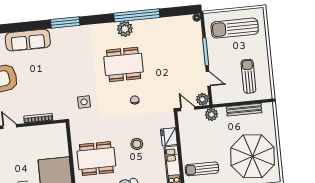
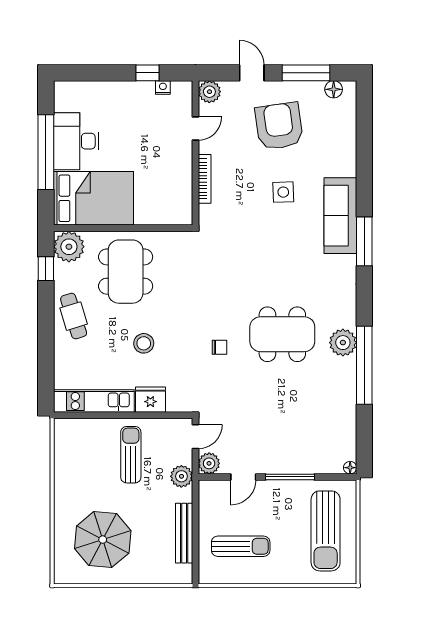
sun lounger: (235, 28) -> (326, 531), turned 180
sofa: (28, 40) -> (340, 216), moved
dining table: (124, 64) -> (282, 334), turned 90
side table: (84, 102) -> (283, 192), moved
parasol: (253, 156) -> (103, 540), width x0.73, depth x0.73
sun lounger: (202, 169) -> (131, 455), moved

